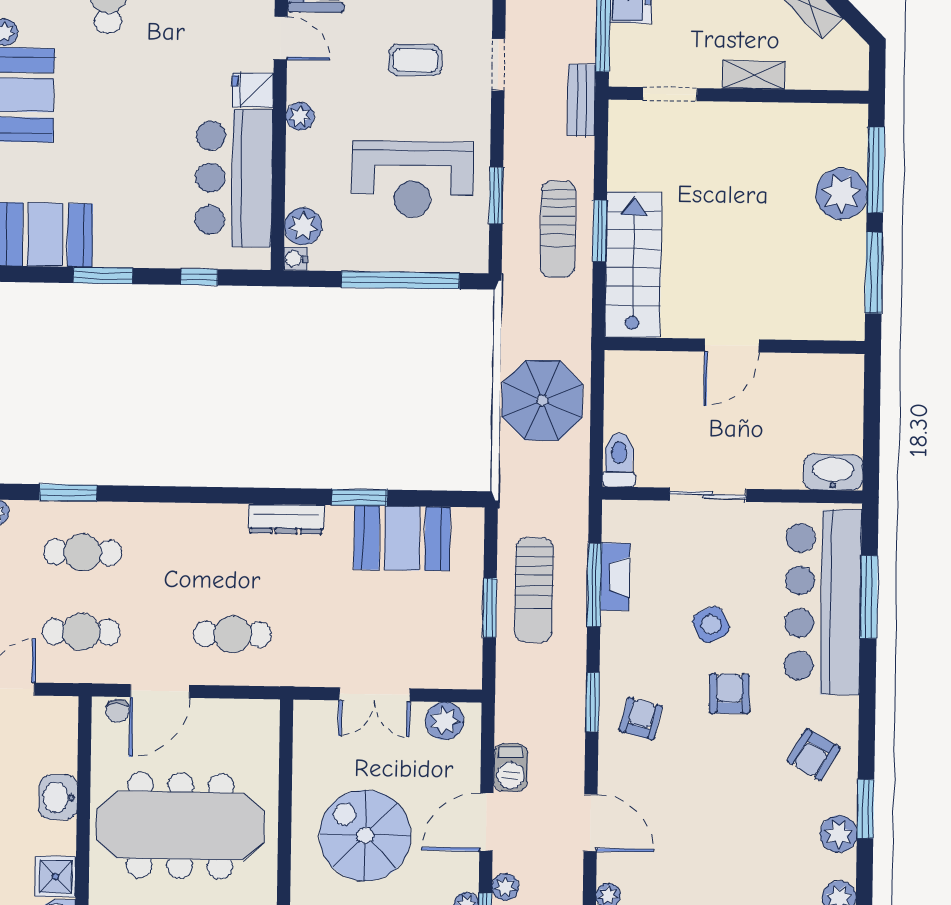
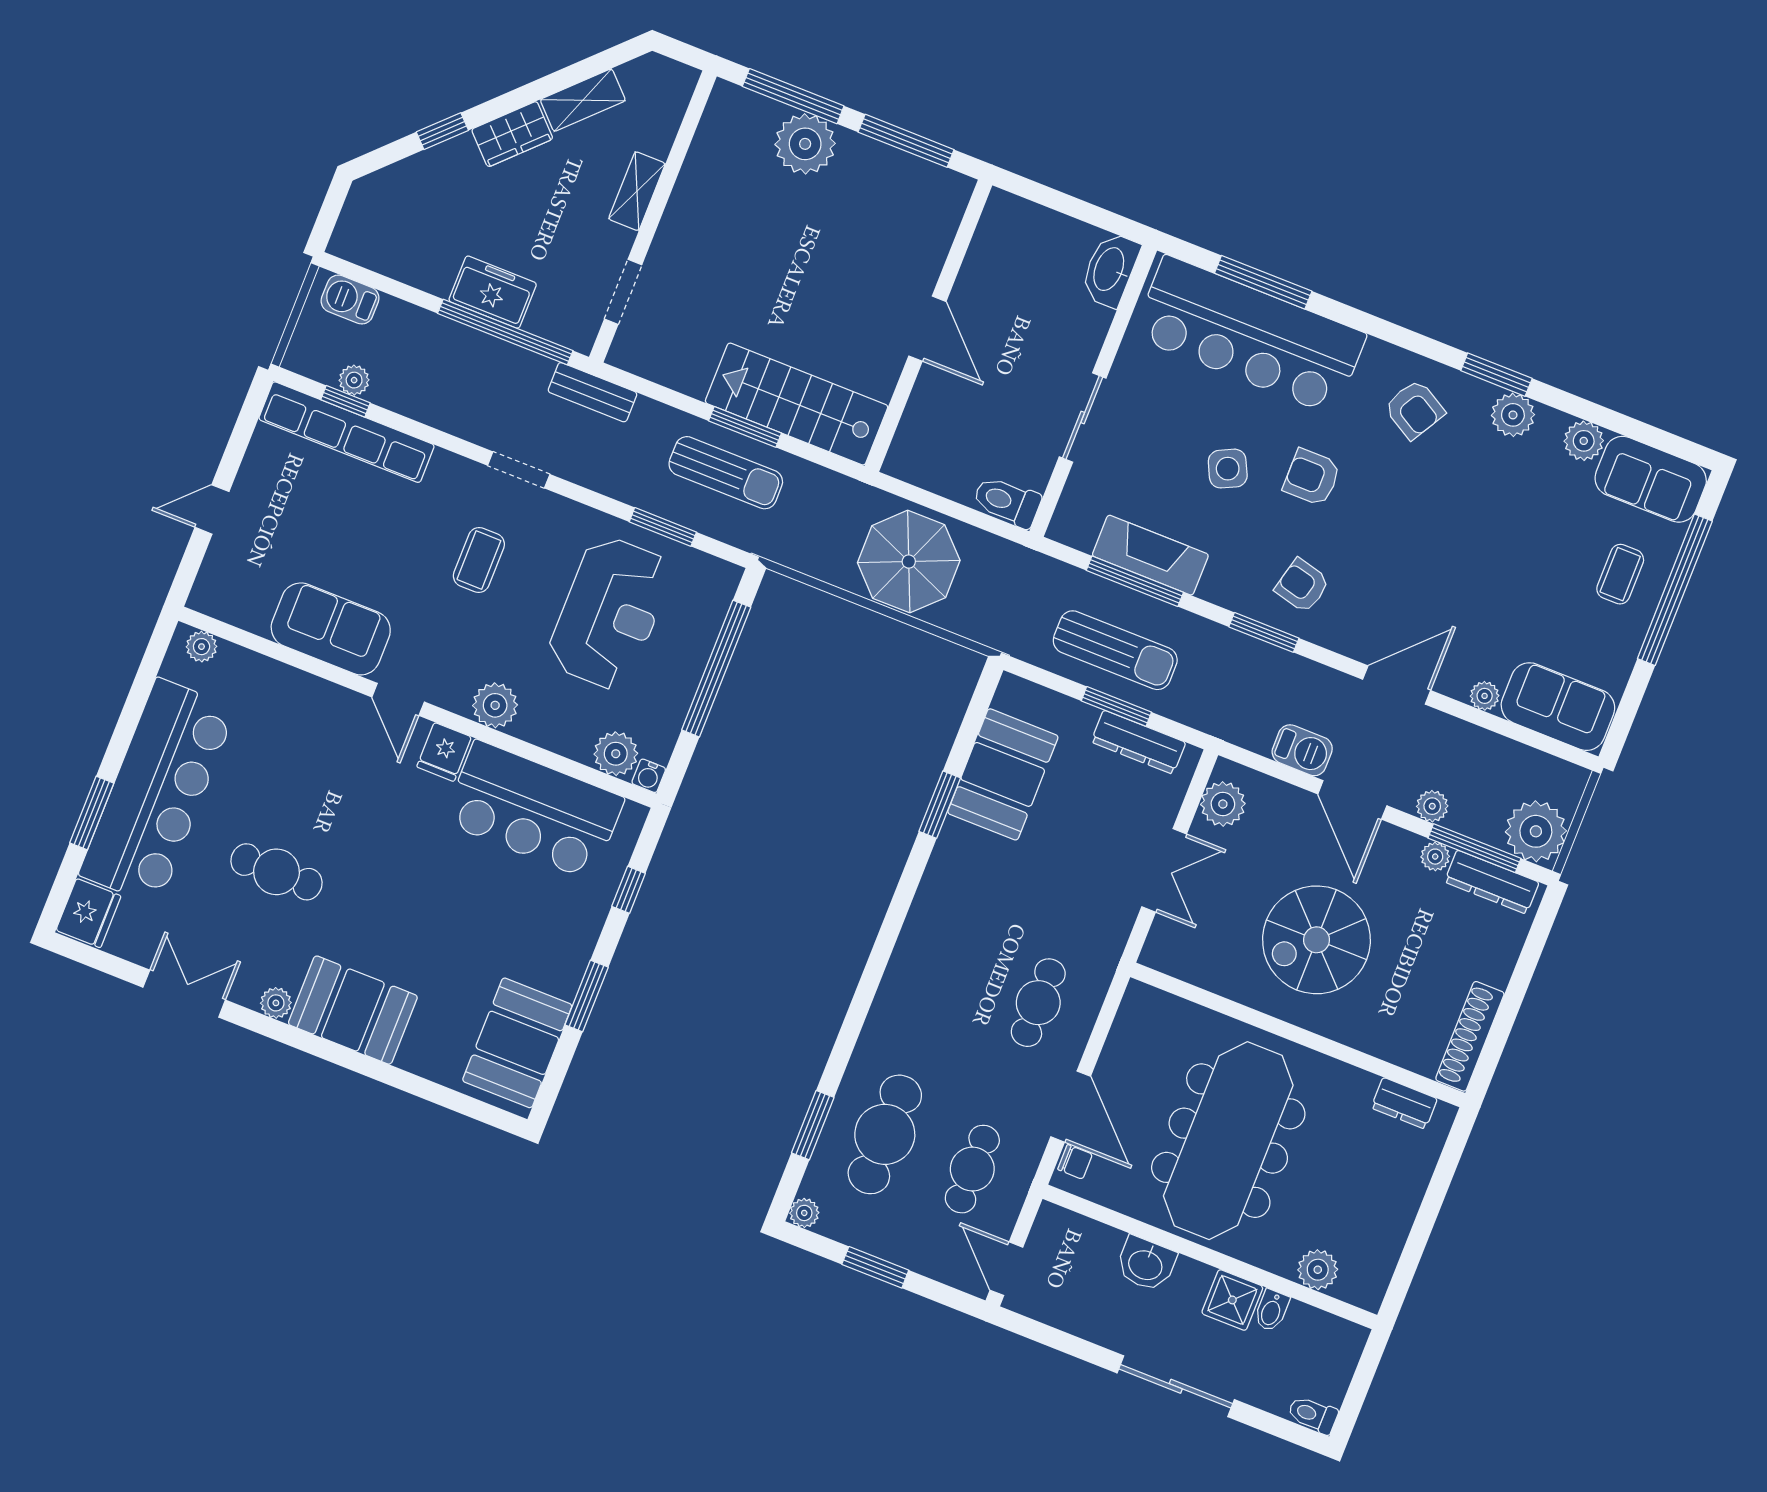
door: (281, 38) -> (398, 699), swing flipped
plant: (300, 116) -> (495, 705), width x1.38, depth x1.38
dresser: (286, 519) -> (1138, 742), moved, turned 90
cafe table: (82, 552) -> (885, 1134), width x1.37, depth x1.35
fireplace: (615, 577) -> (1150, 555), width x1.37, depth x1.32

